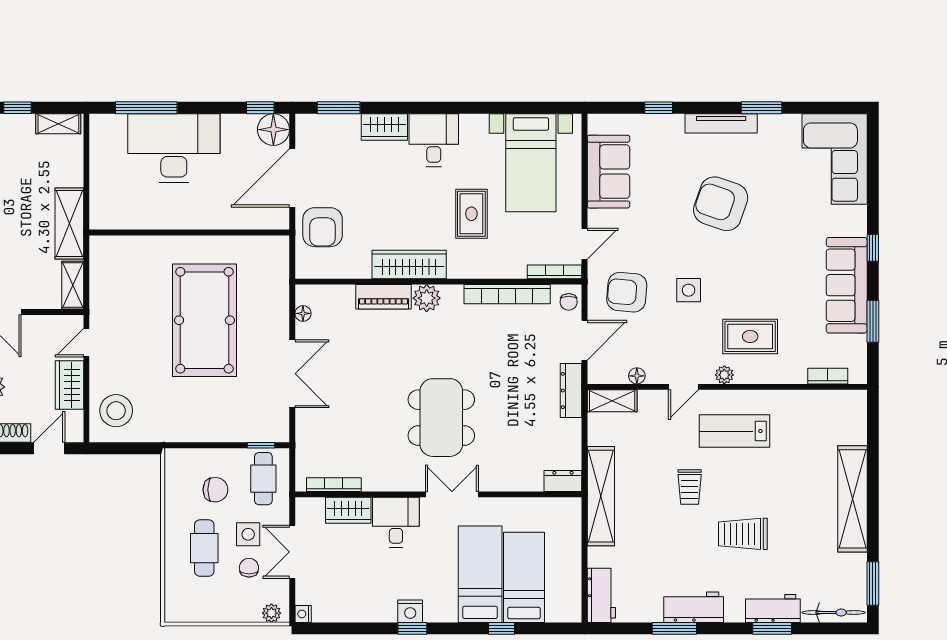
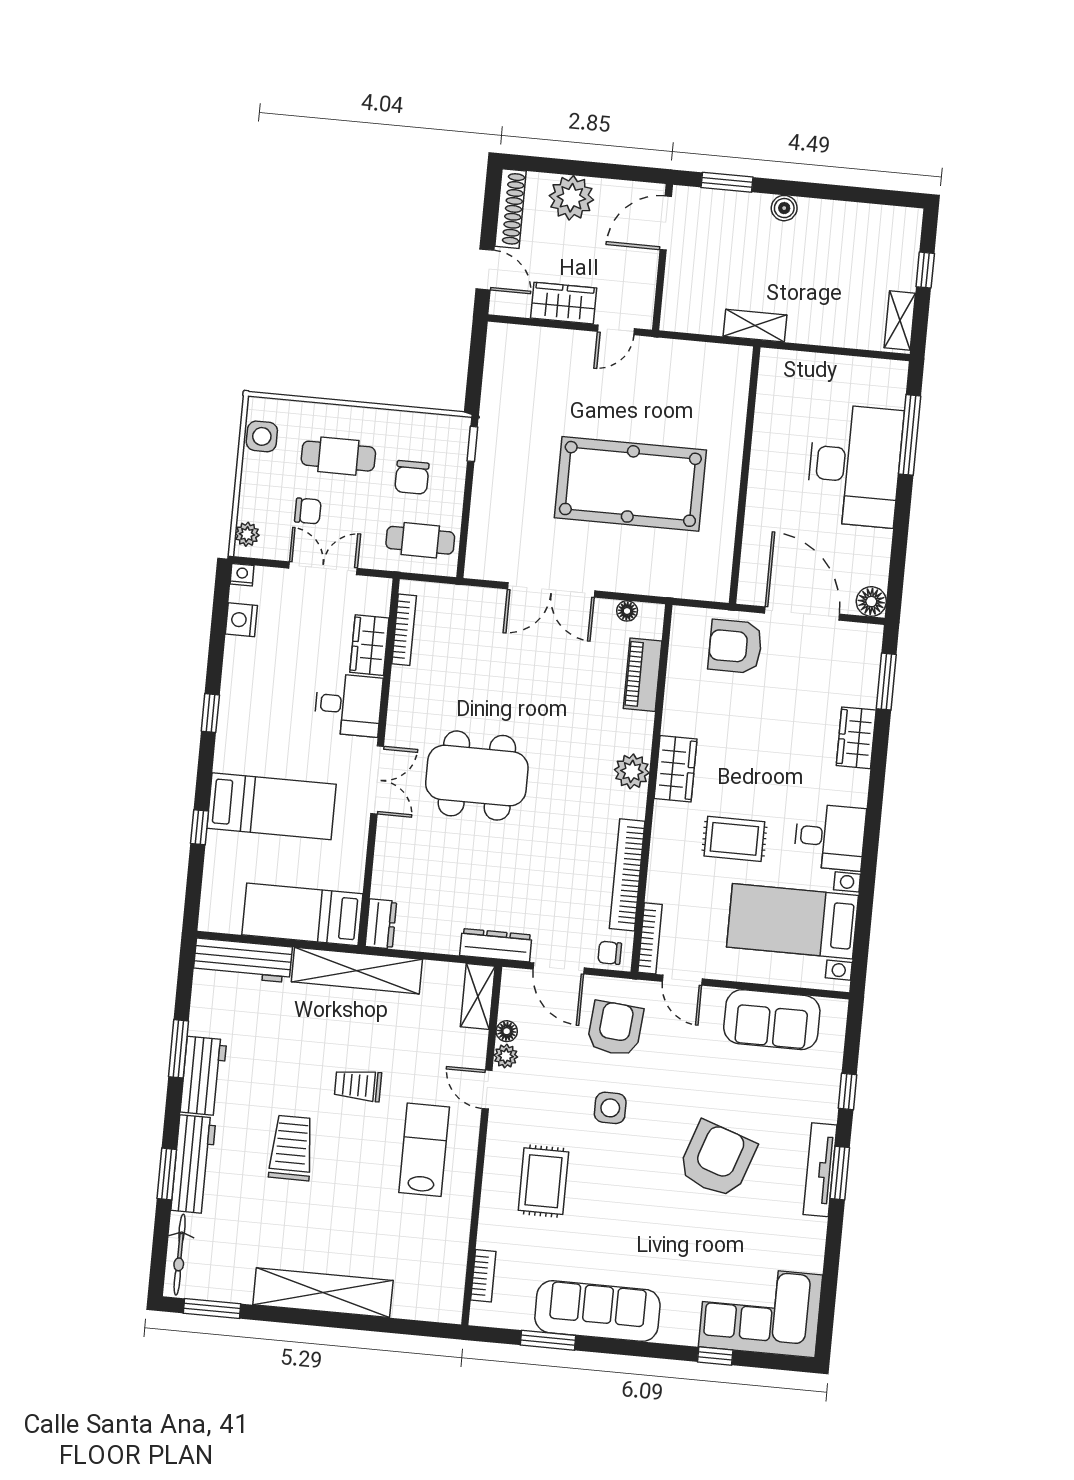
window: (260, 108) -> (896, 581), removed
window: (762, 108) -> (840, 1173), moved
floor lamp: (273, 130) -> (871, 602), width x0.73, depth x0.73
desk: (434, 140) -> (830, 837), moved
shelving: (69, 223) -> (755, 326), width x0.67, depth x0.75
window: (873, 248) -> (715, 1356), moved
wardrobe: (409, 264) -> (676, 769), width x0.67
shelving: (73, 285) -> (691, 319), removed
piano: (383, 297) -> (643, 675), moved
door: (86, 343) -> (616, 330), swing flipped
plant: (724, 375) -> (506, 1056), moved
stool: (116, 411) -> (525, 360), removed
window: (261, 445) -> (472, 444), moved
side table: (248, 534) -> (262, 436), moved
bed: (524, 577) -> (302, 914), moved, turned 180
workbench: (601, 595) -> (243, 960), width x1.38
workbench: (773, 608) -> (193, 1164), width x1.38
nightstand: (410, 611) -> (241, 620), moved

